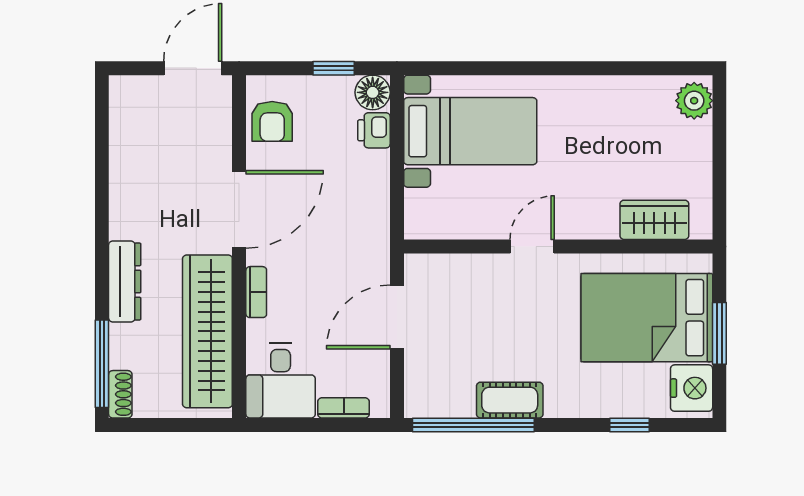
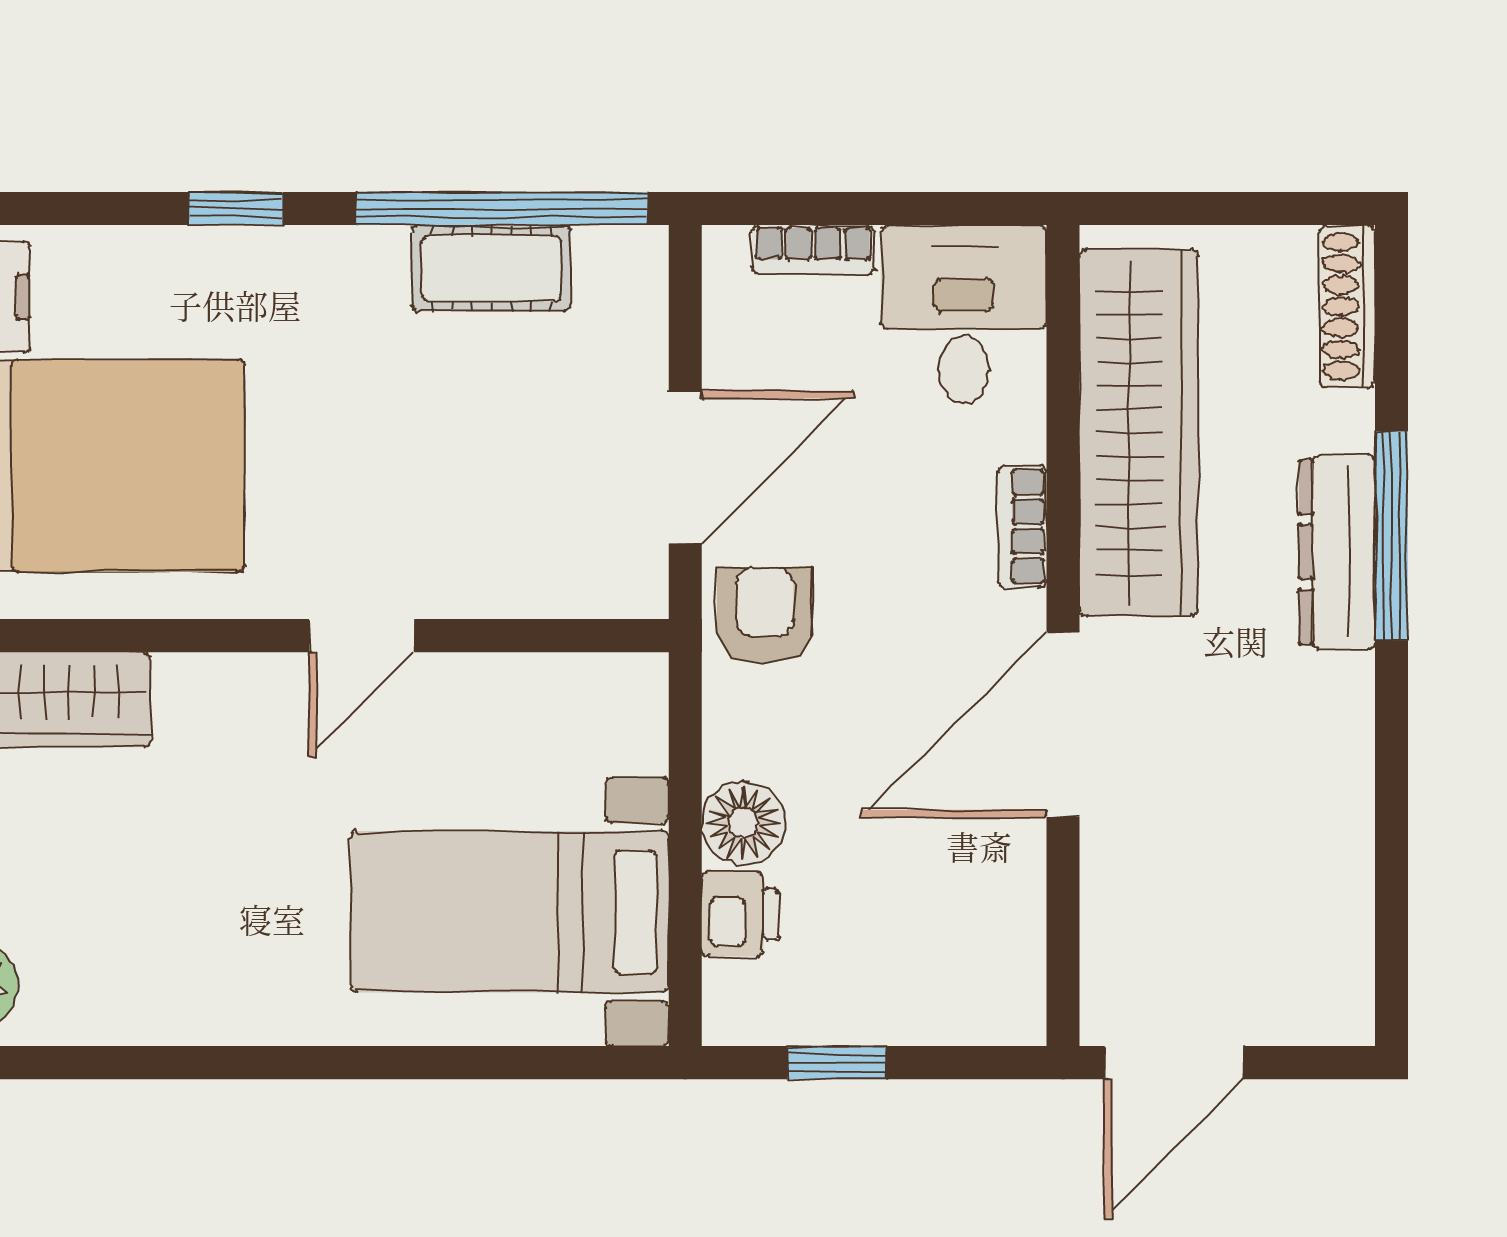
floor lamp: (373, 92) -> (743, 823), moved
armchair: (272, 121) -> (765, 615), moved
window: (102, 364) -> (1392, 536), moved
shoe rack: (120, 394) -> (1347, 306), width x1.43
cot: (510, 400) -> (491, 268), moved
window: (629, 425) -> (235, 209), moved

